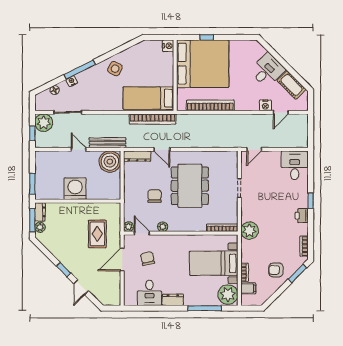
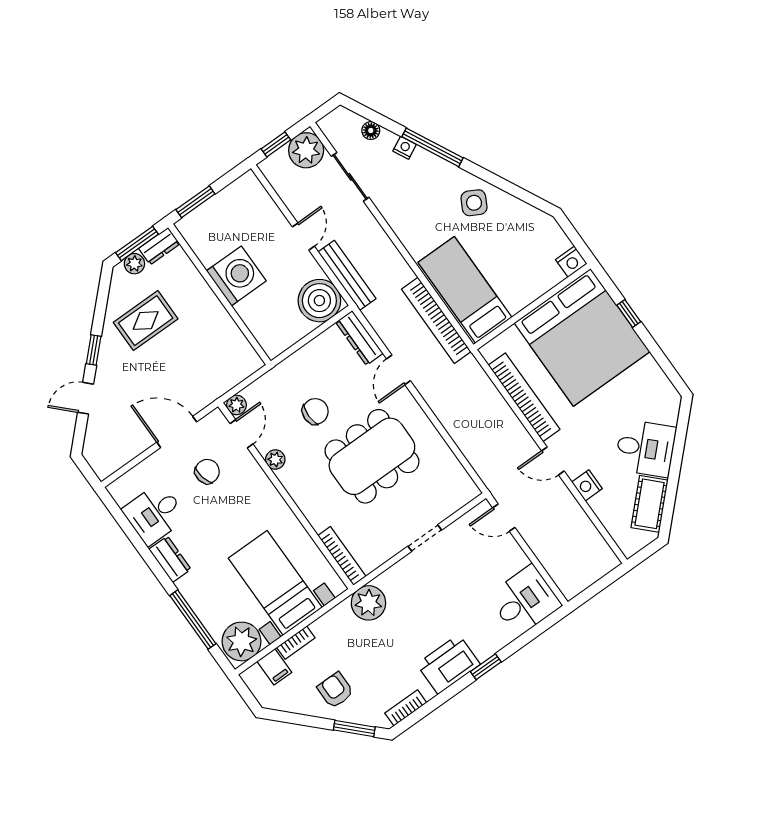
door: (281, 112) -> (553, 461), moved
printer: (302, 216) -> (448, 664), width x1.87, depth x1.48
rug: (97, 234) -> (146, 321), moved

